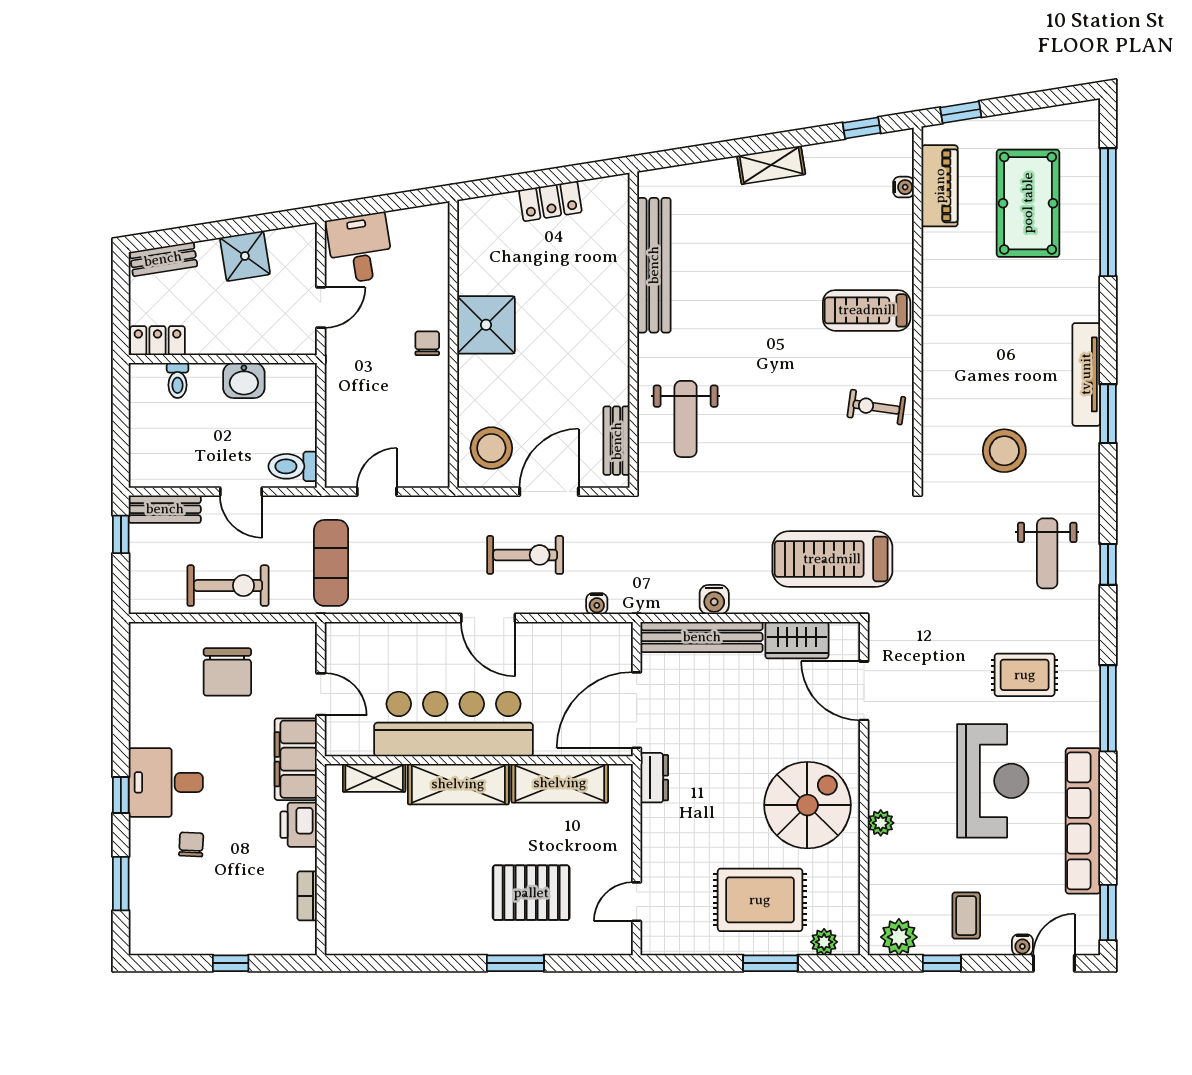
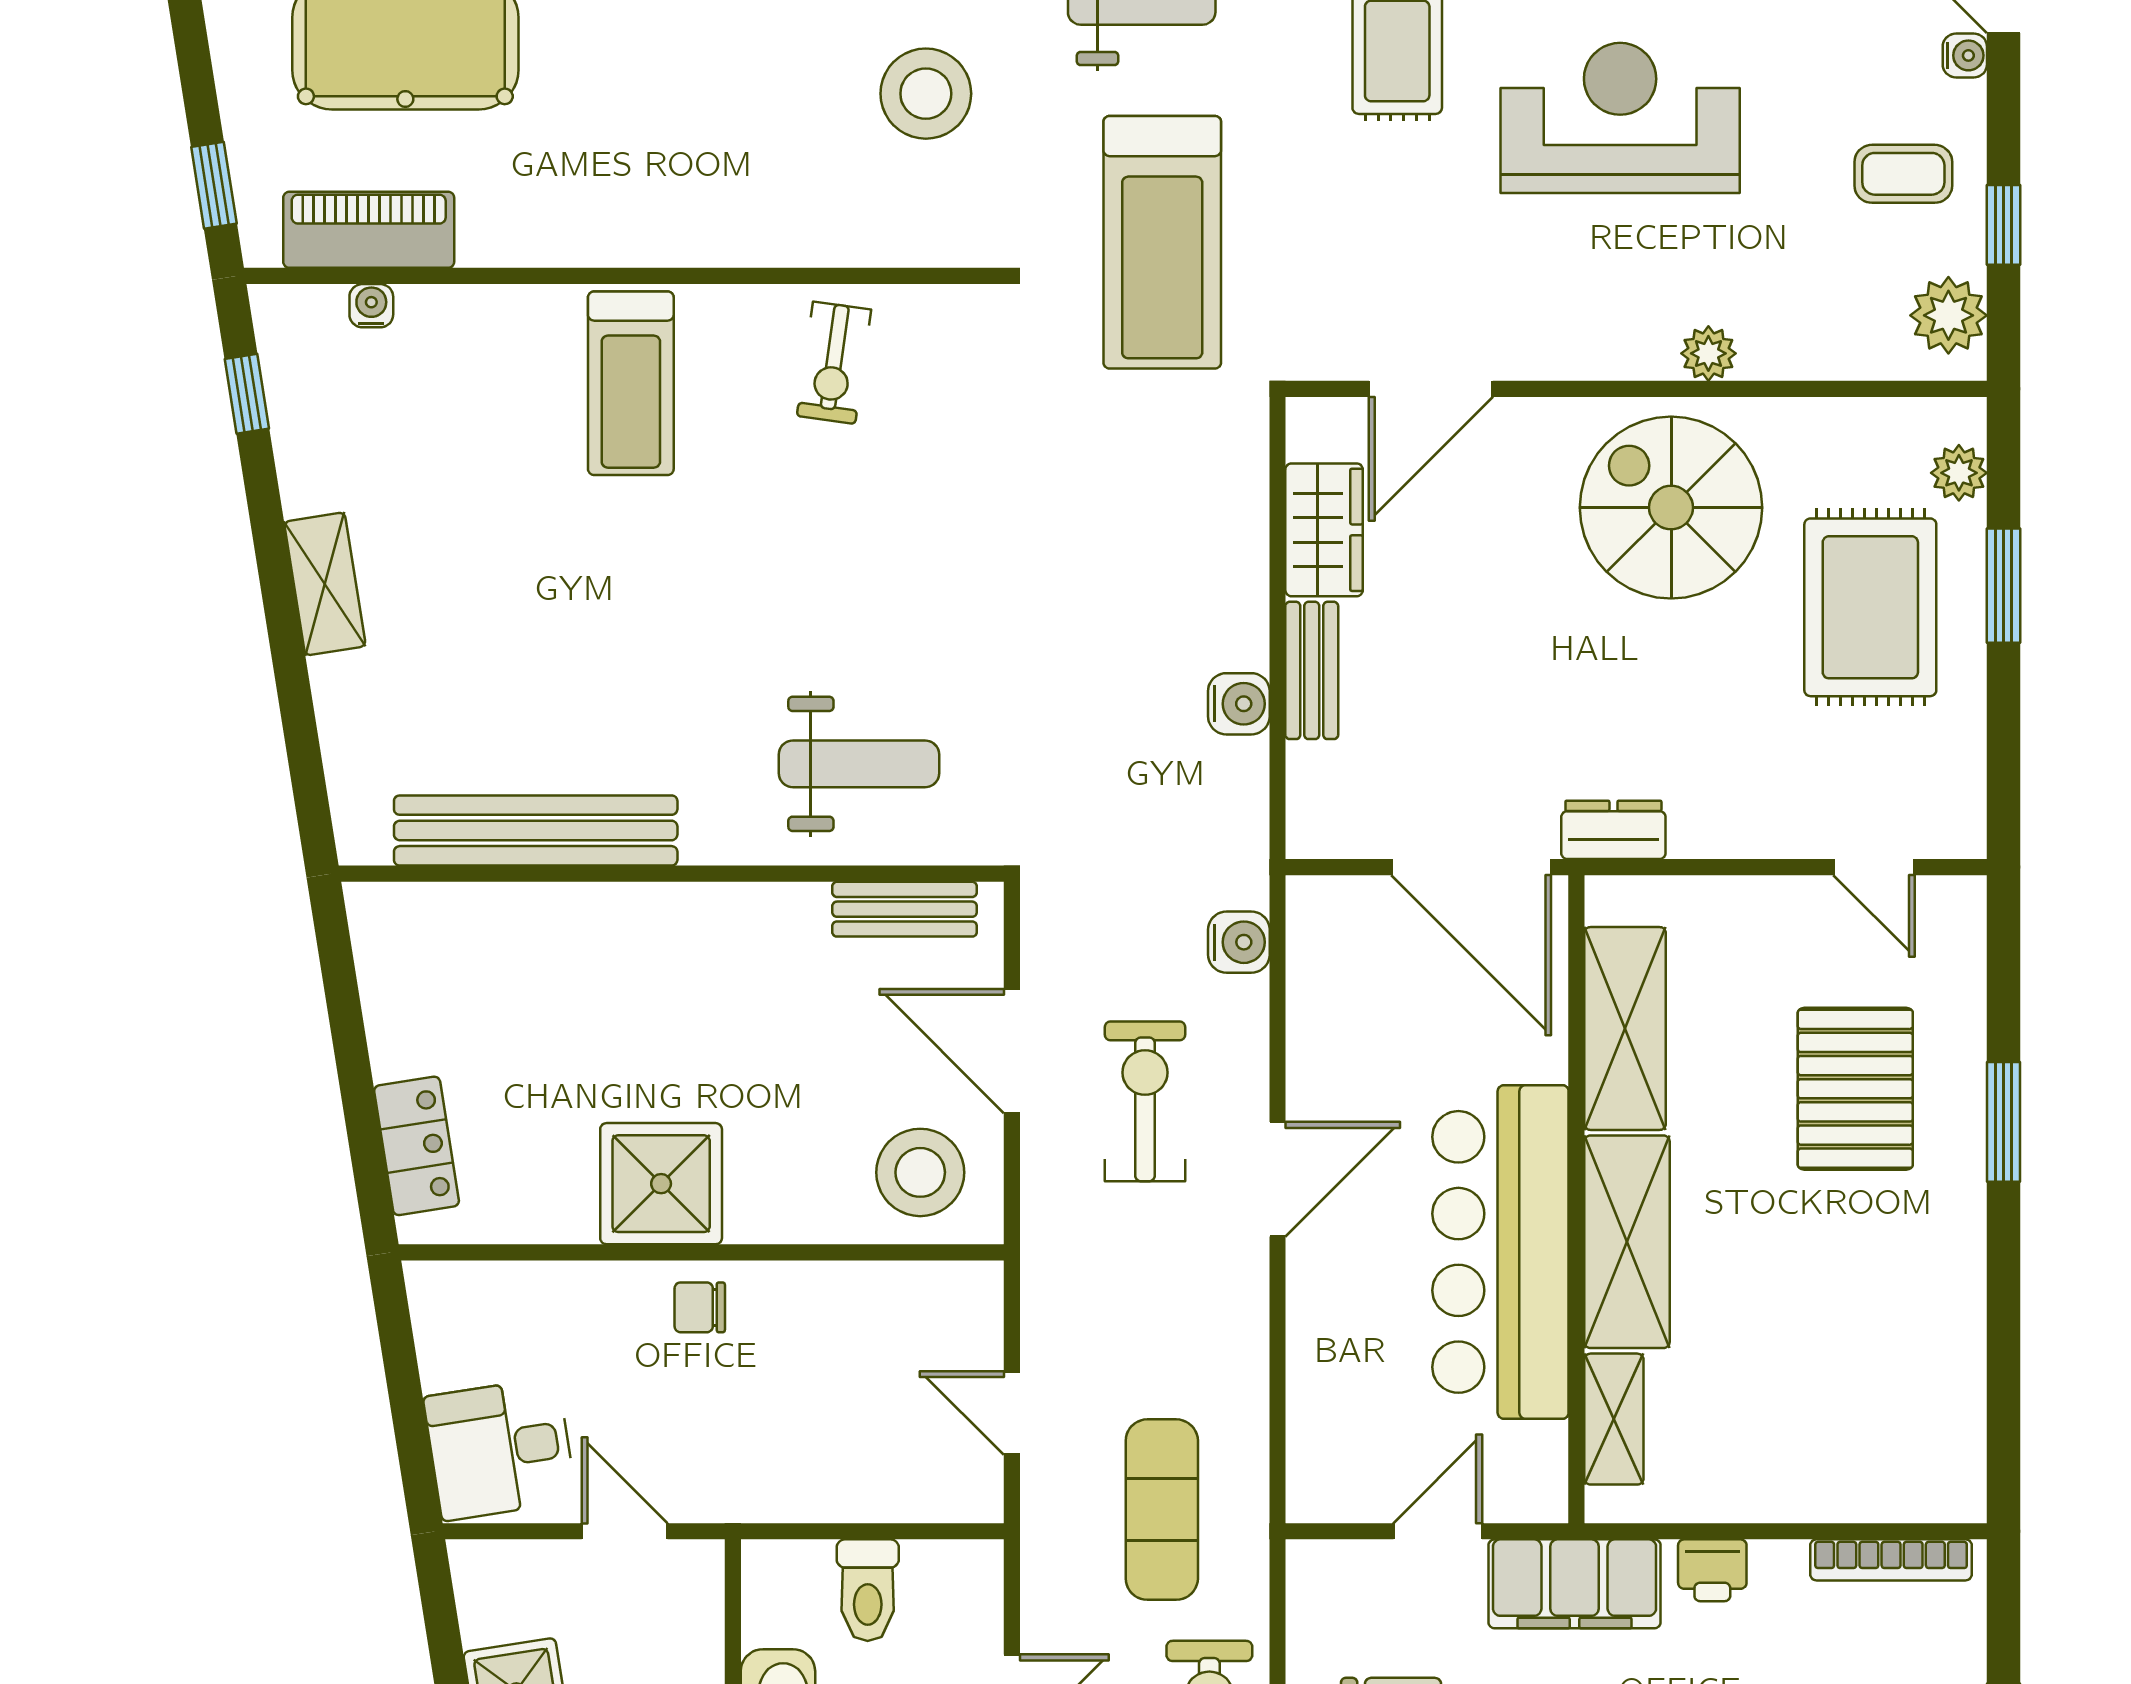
locker: (550, 201) -> (417, 1146), moved
toilet: (293, 466) -> (868, 1590), moved
treadmill: (832, 559) -> (1162, 242), moved
exercise mat: (331, 563) -> (1162, 1510), turned 90
water cooler: (597, 604) -> (1239, 942), width x1.38, depth x1.38
bench: (702, 637) -> (1312, 670), width x0.54, depth x0.82
printer: (299, 825) -> (1712, 1570), width x0.73, depth x0.81
bookcase: (307, 896) -> (1891, 1560), width x1.56

